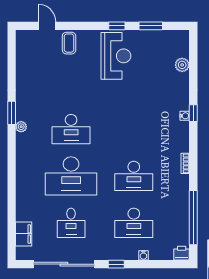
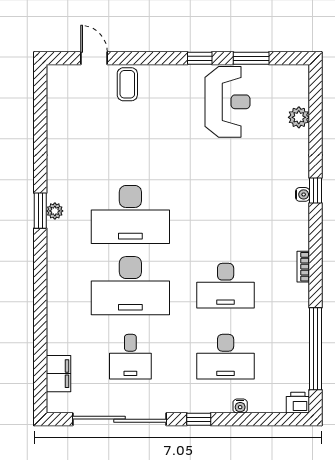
reception desk: (116, 56) -> (228, 102), moved
window: (12, 113) -> (40, 211), moved
desk: (71, 129) -> (130, 215), width x1.36, depth x1.30

